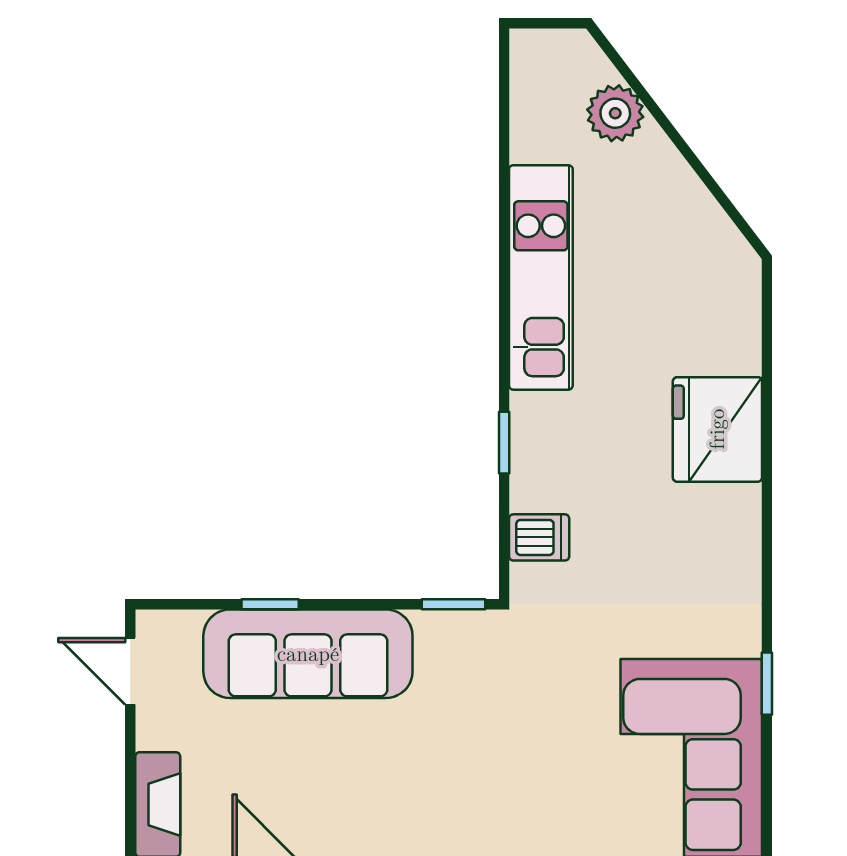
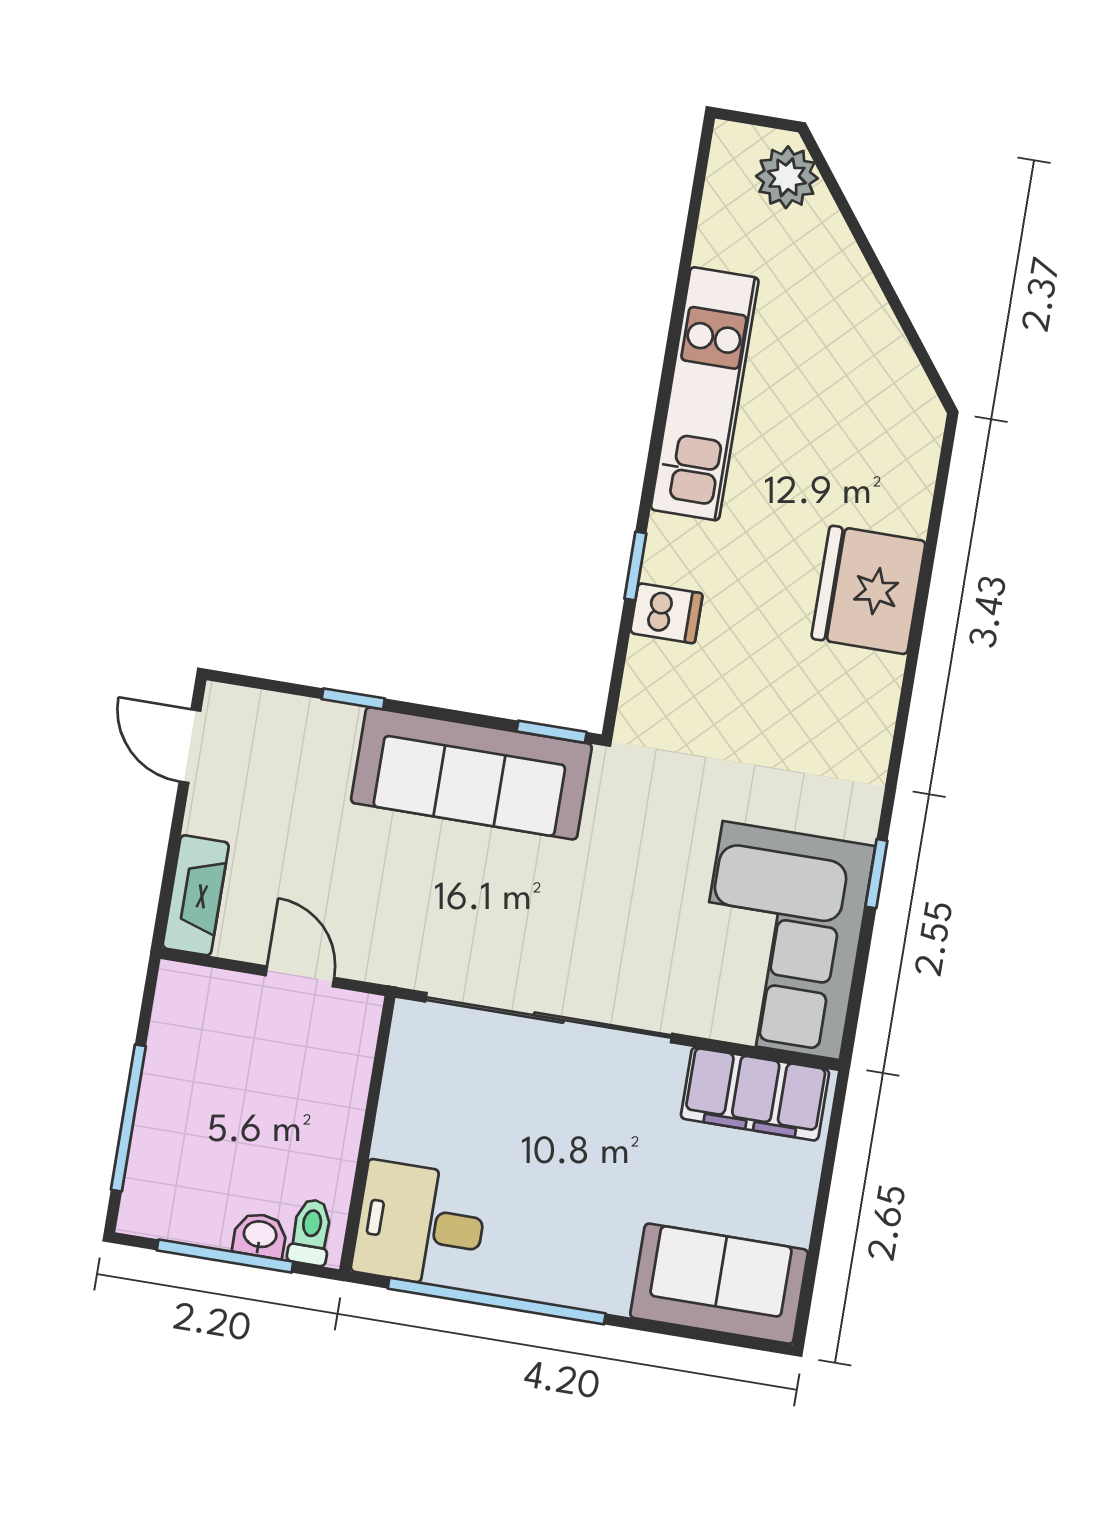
plant: (615, 113) -> (787, 177), moved
dishwasher: (539, 537) -> (666, 613), moved
sofa: (308, 654) -> (471, 773), moved

